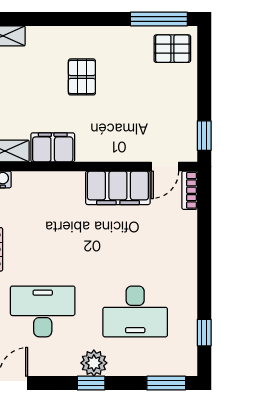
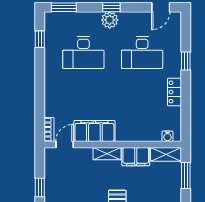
window: (204, 136) -> (40, 187), moved
shelving: (98, 152) -> (107, 154), added
desk: (135, 311) -> (83, 53), turned 180

